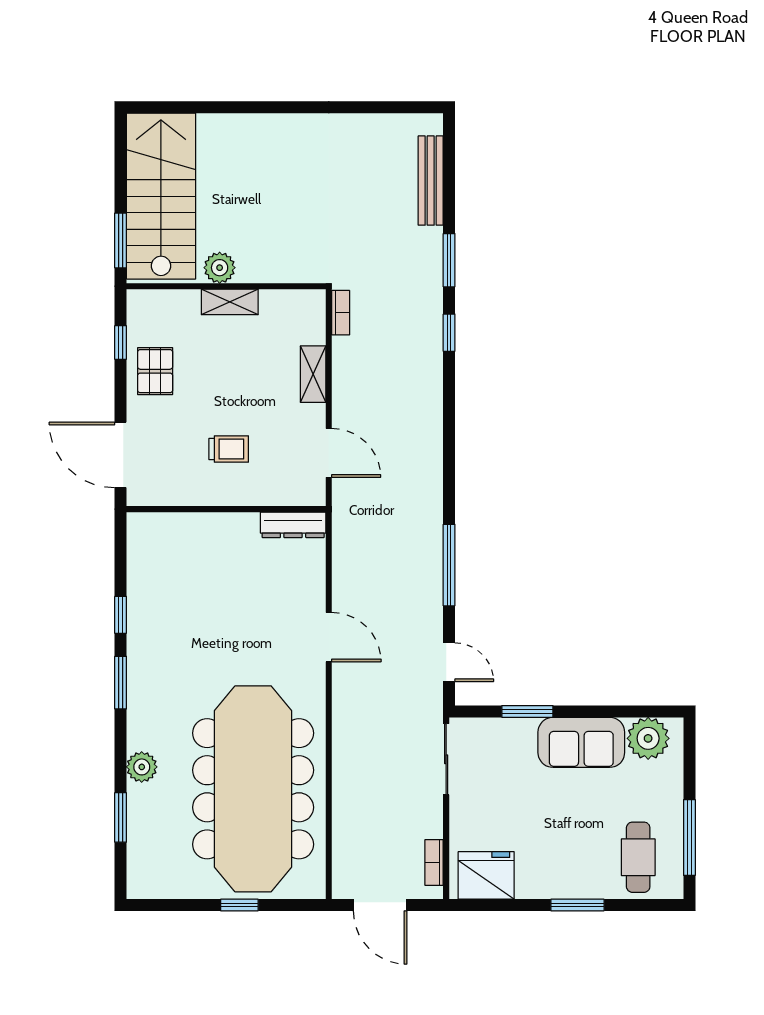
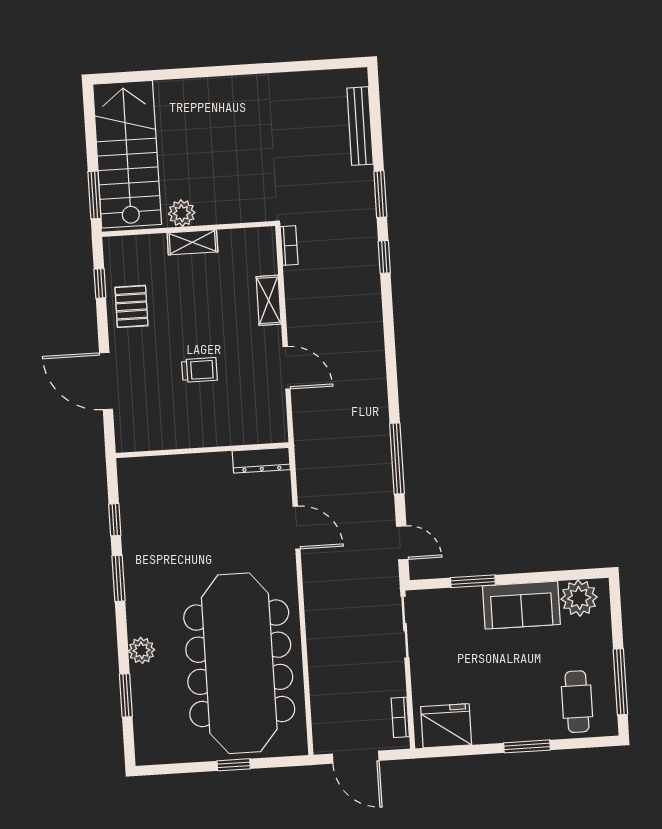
wall: (226, 509) -> (202, 450), moved
dresser: (293, 525) -> (261, 460), moved

